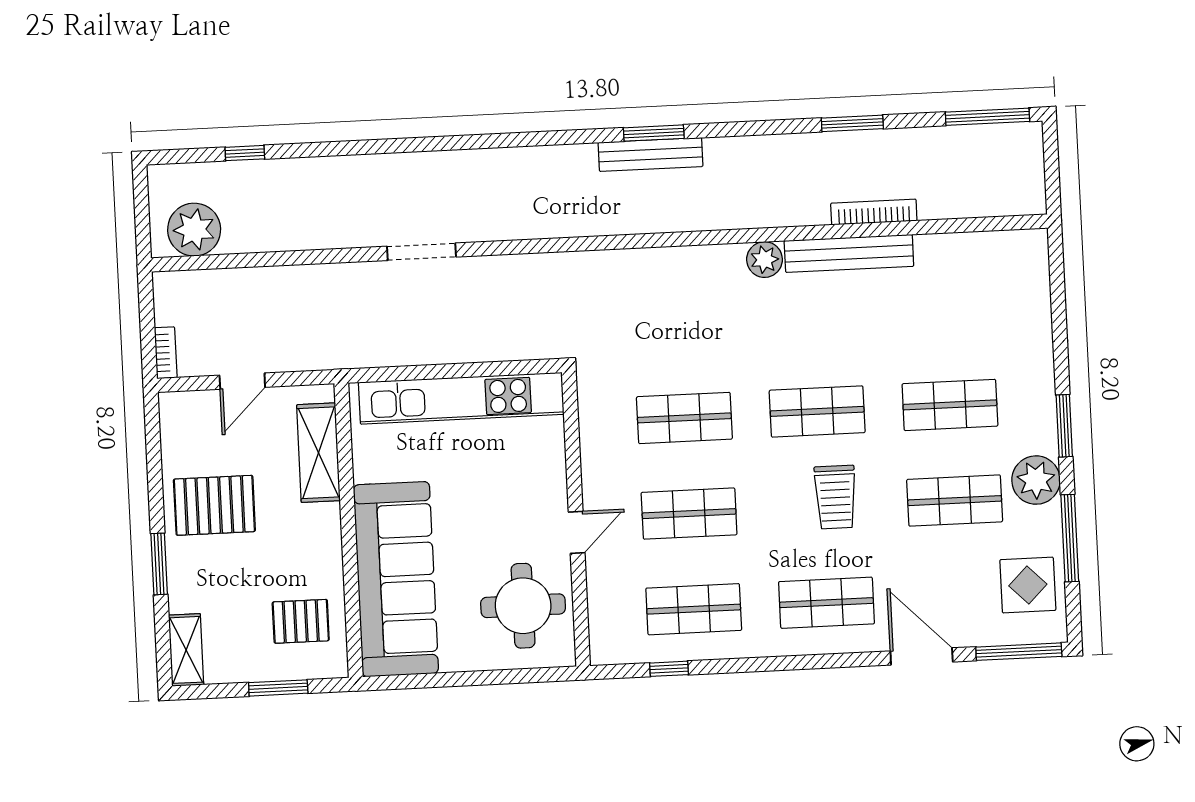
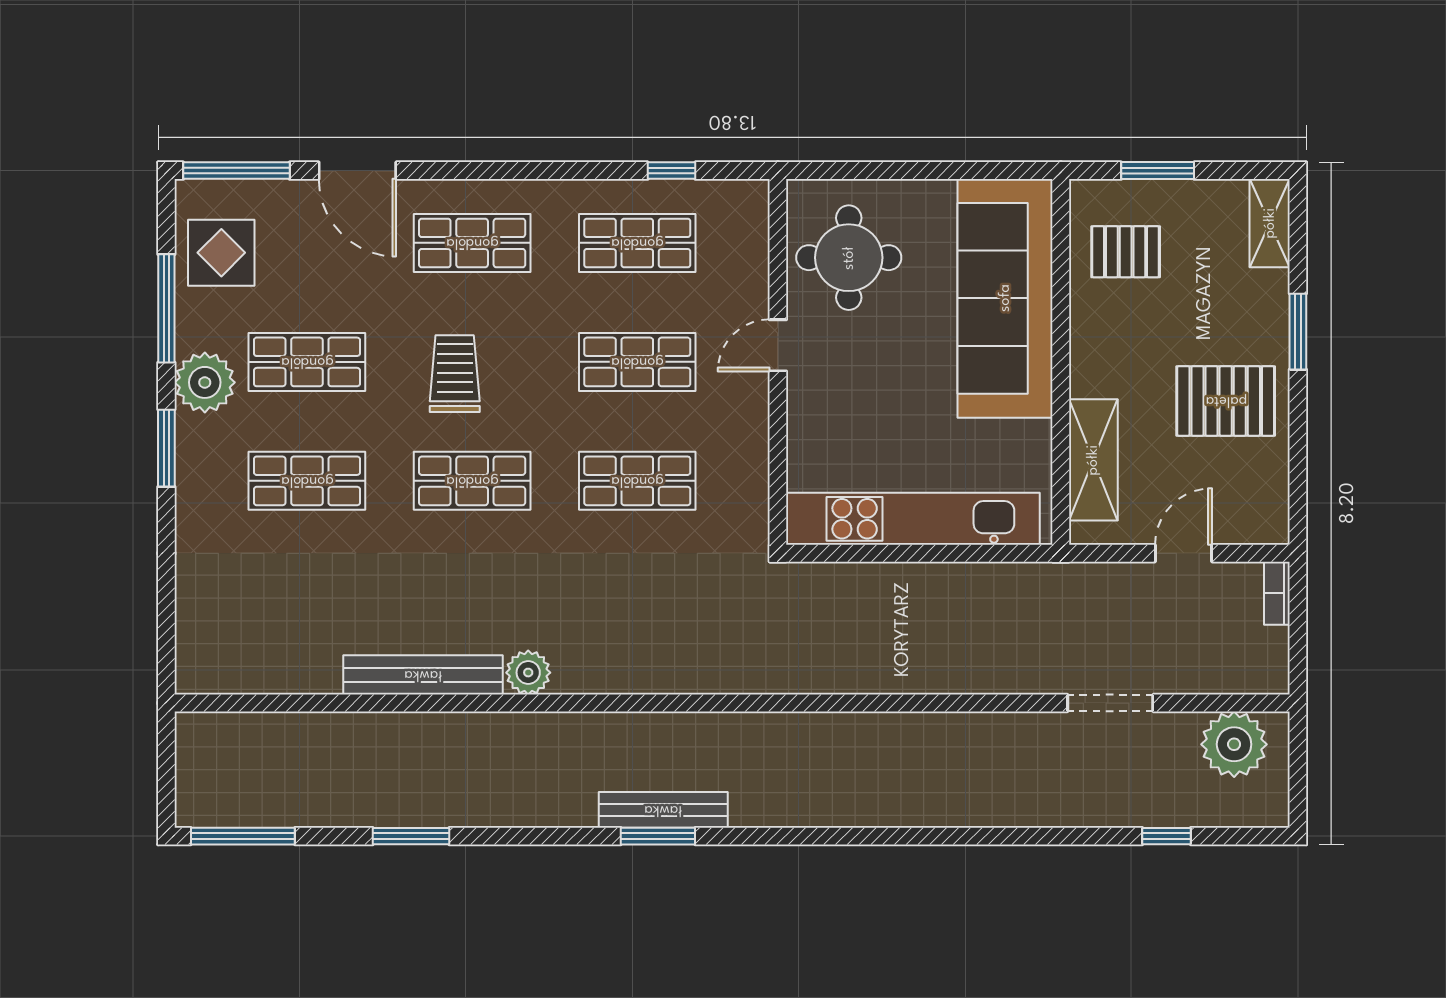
bookcase: (874, 212) -> (390, 725), removed
doorway: (421, 252) -> (1110, 703), moved

